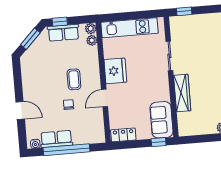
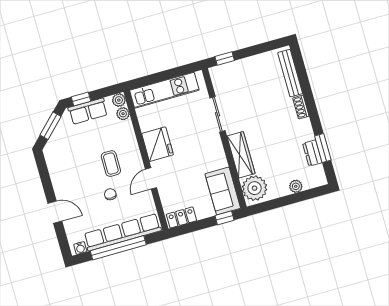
plant: (188, 123) -> (255, 188), added
row of seats: (56, 139) -> (122, 232), width x2.02

